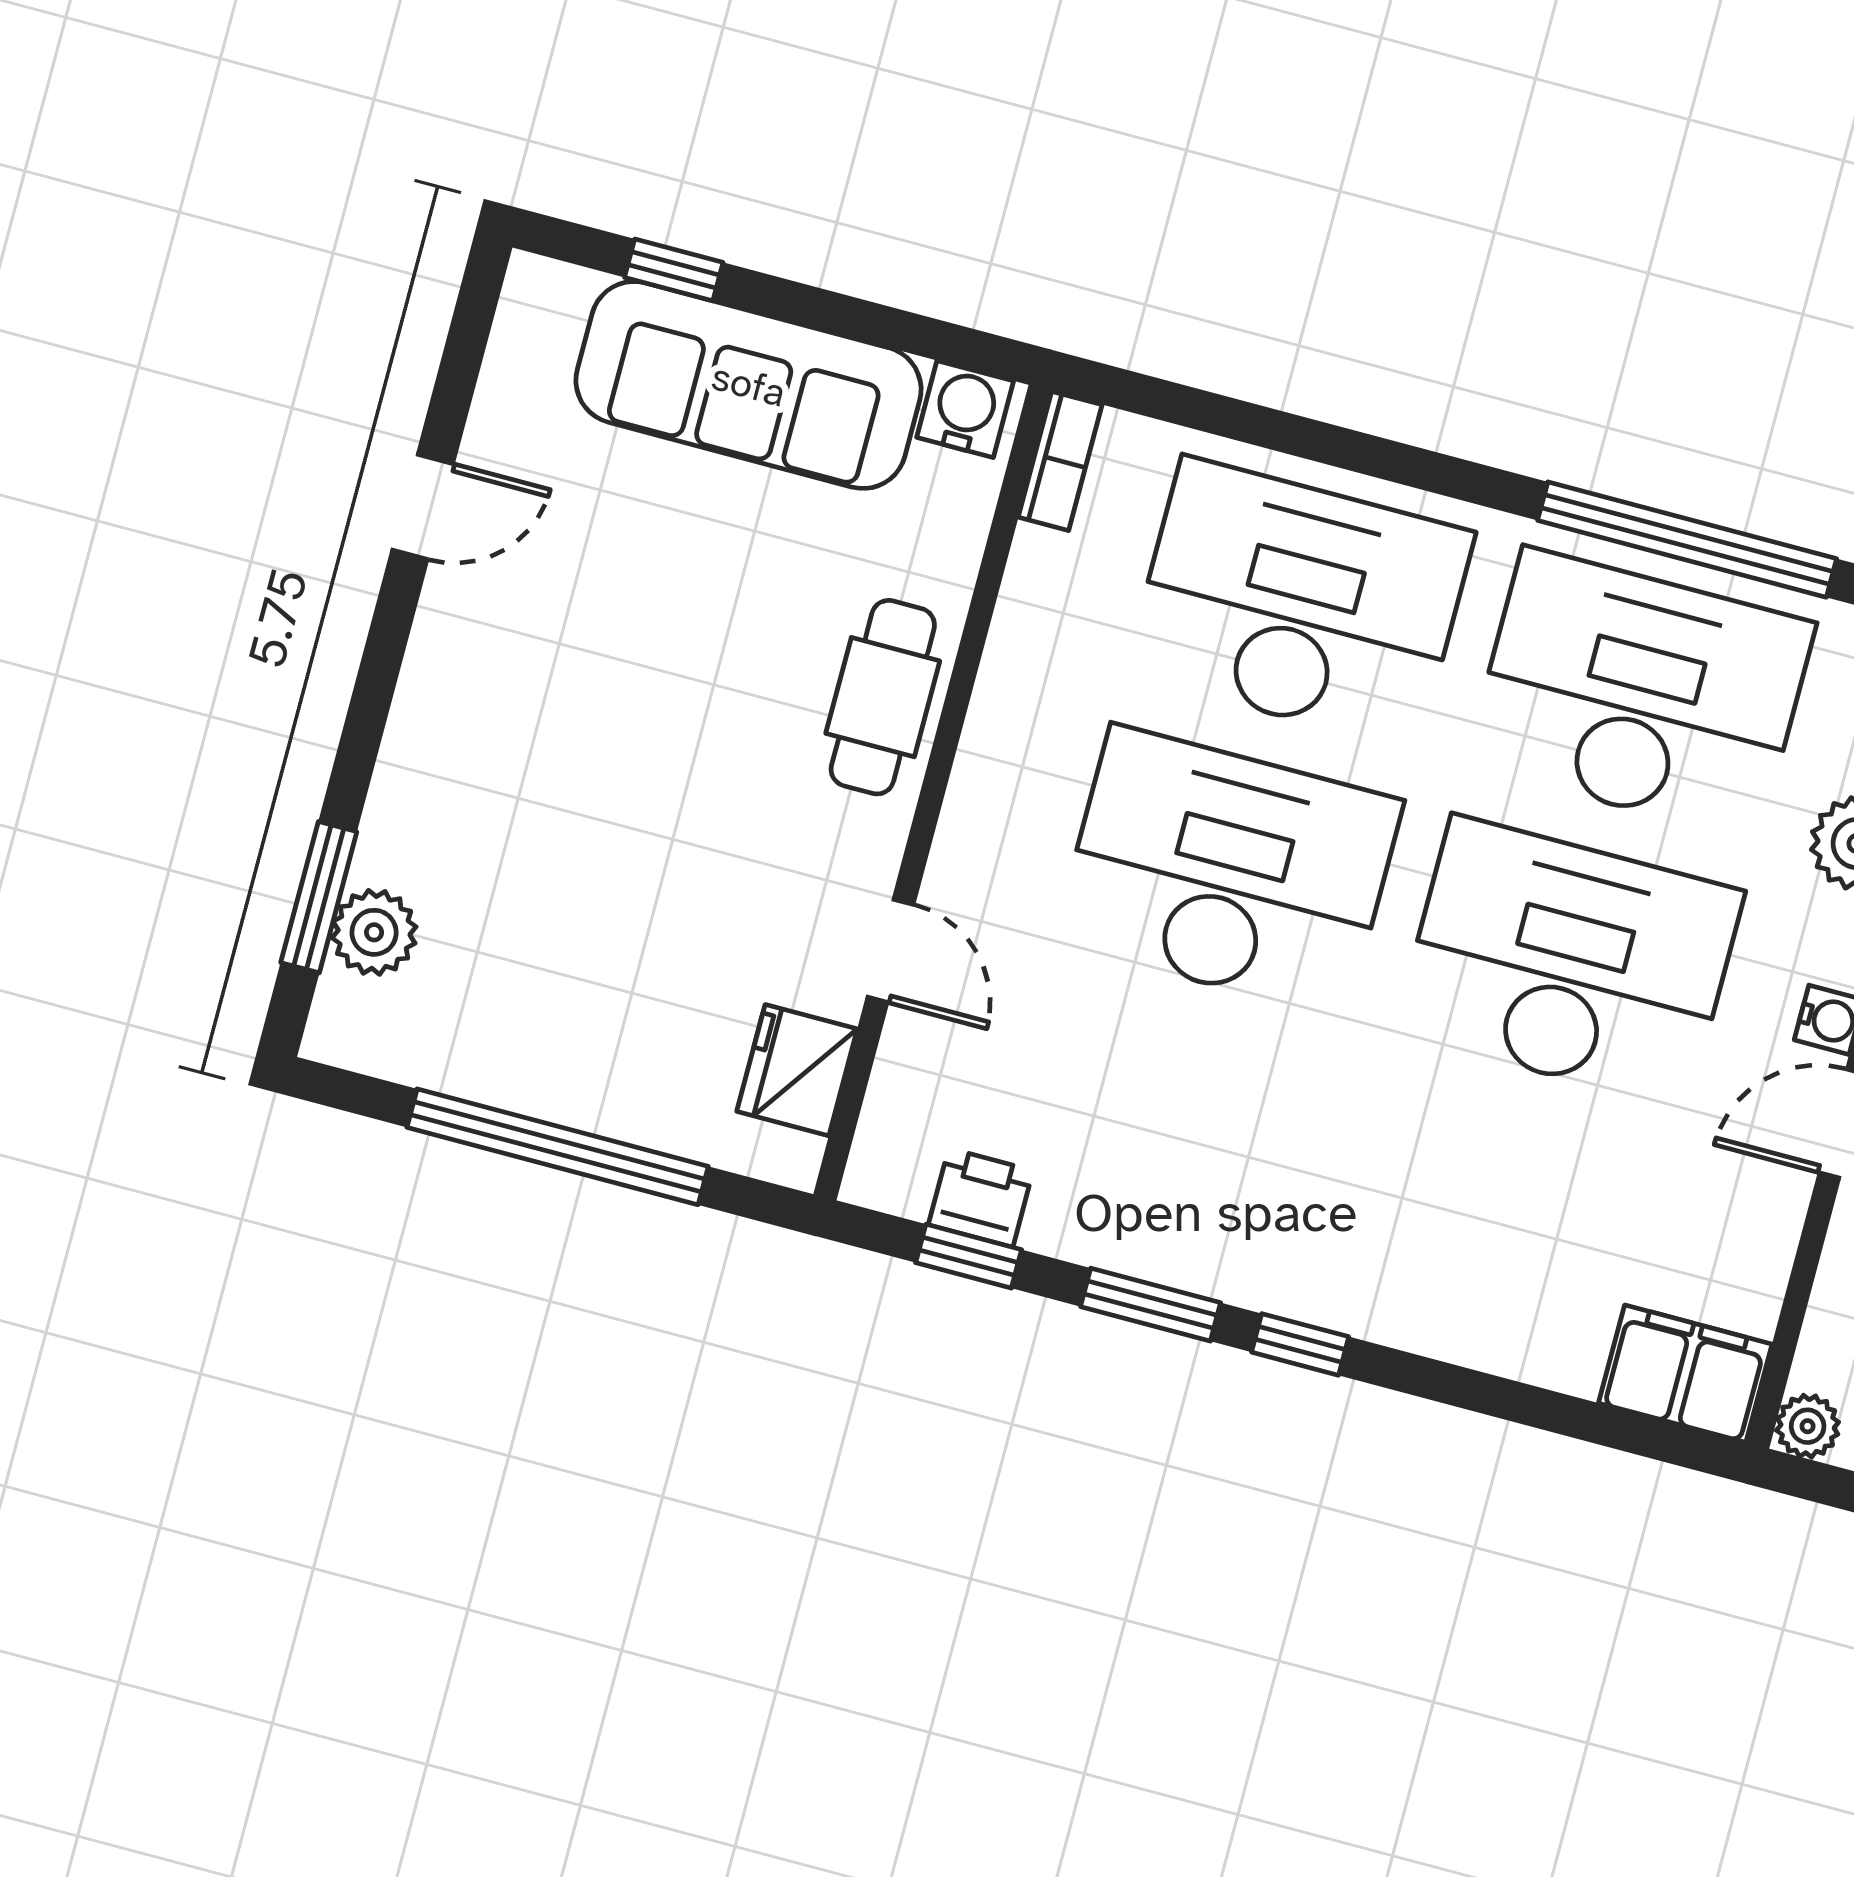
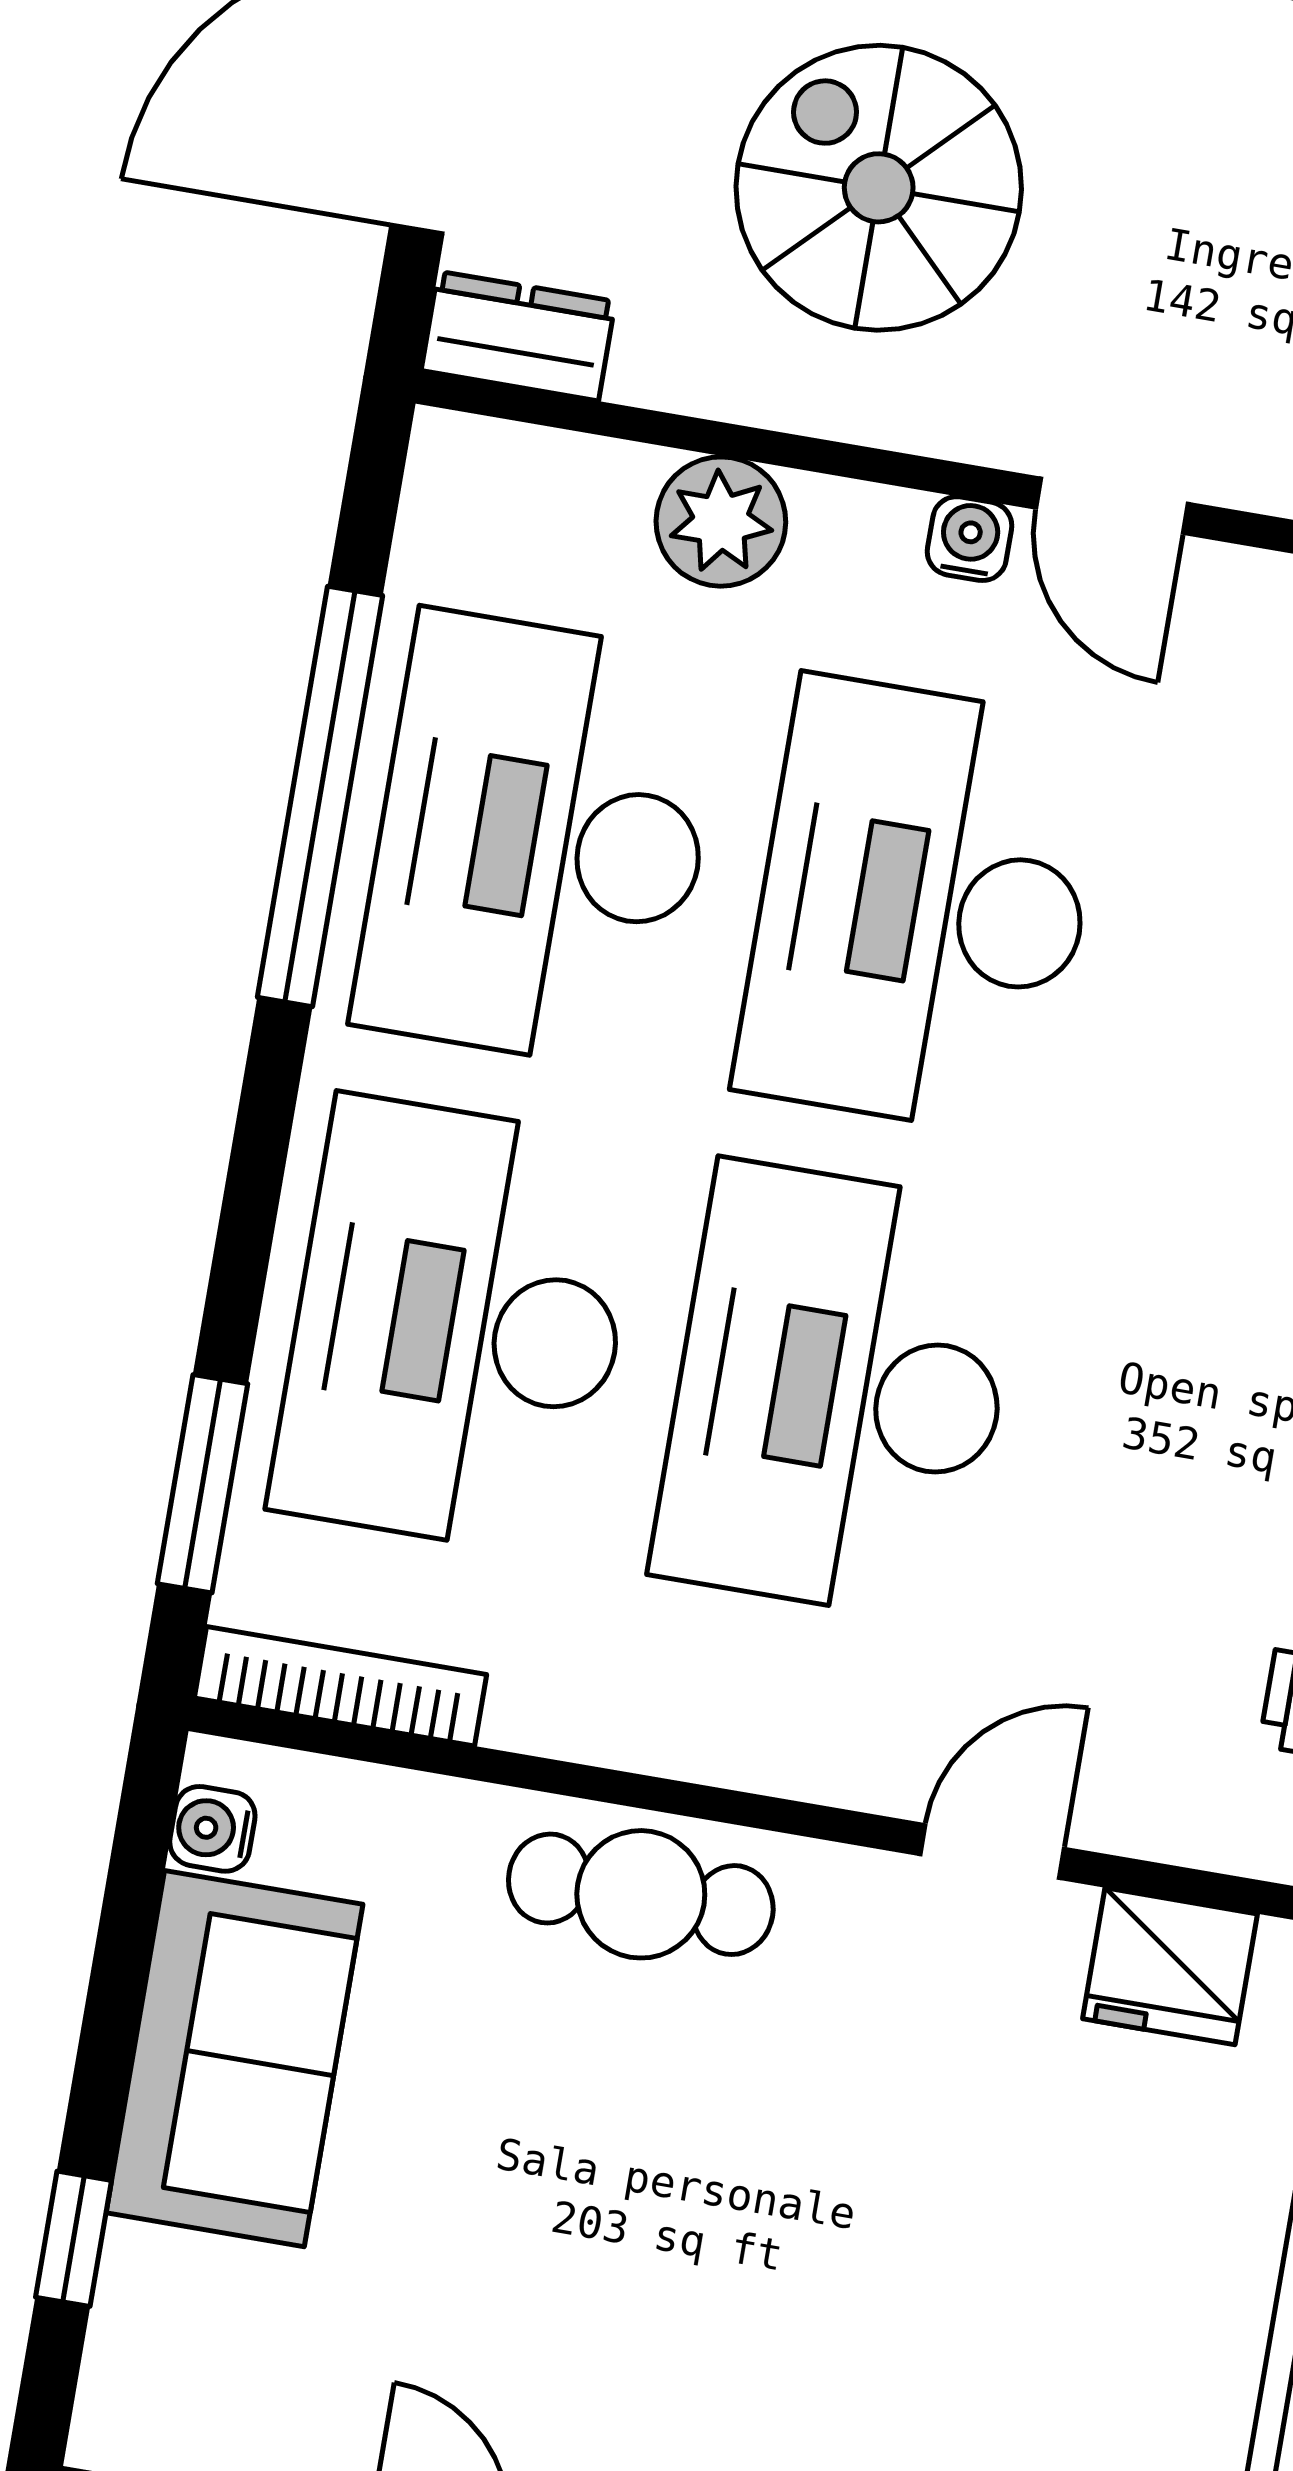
sofa: (749, 385) -> (234, 2059), width x0.73
water cooler: (965, 409) -> (212, 1829), width x0.72, depth x0.72
window: (1204, 411) -> (203, 1484), added
bookcase: (1060, 461) -> (341, 1686), width x1.56

